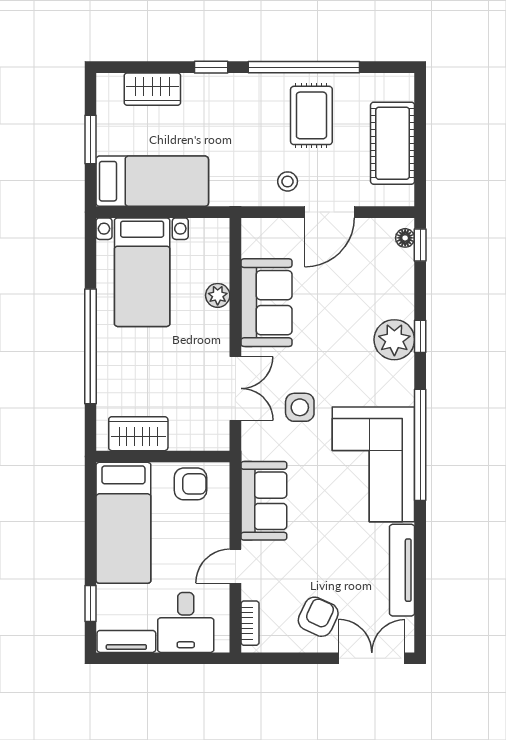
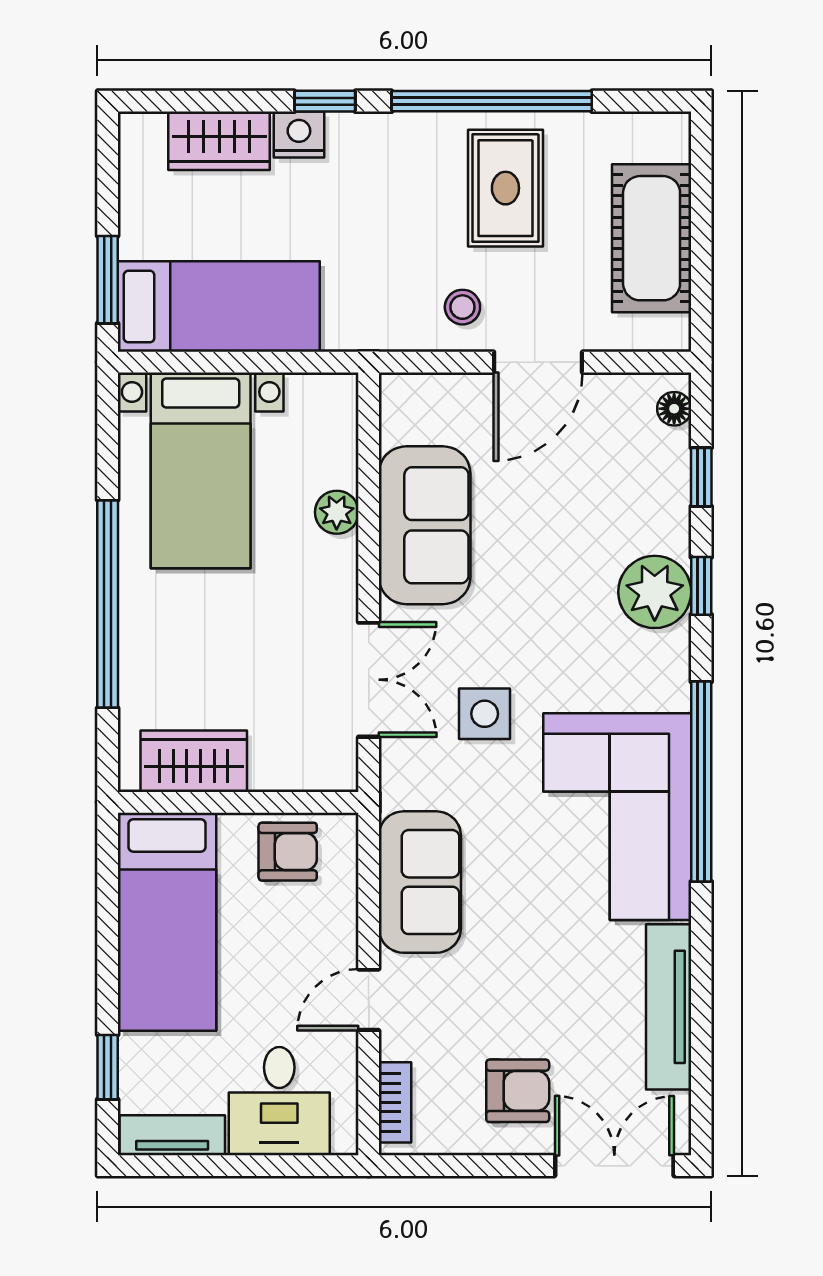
nightstand: (197, 86) -> (299, 135), added
window: (90, 140) -> (108, 280), moved
window: (420, 245) -> (701, 477), moved
armchair: (318, 617) -> (518, 1091), turned 65

